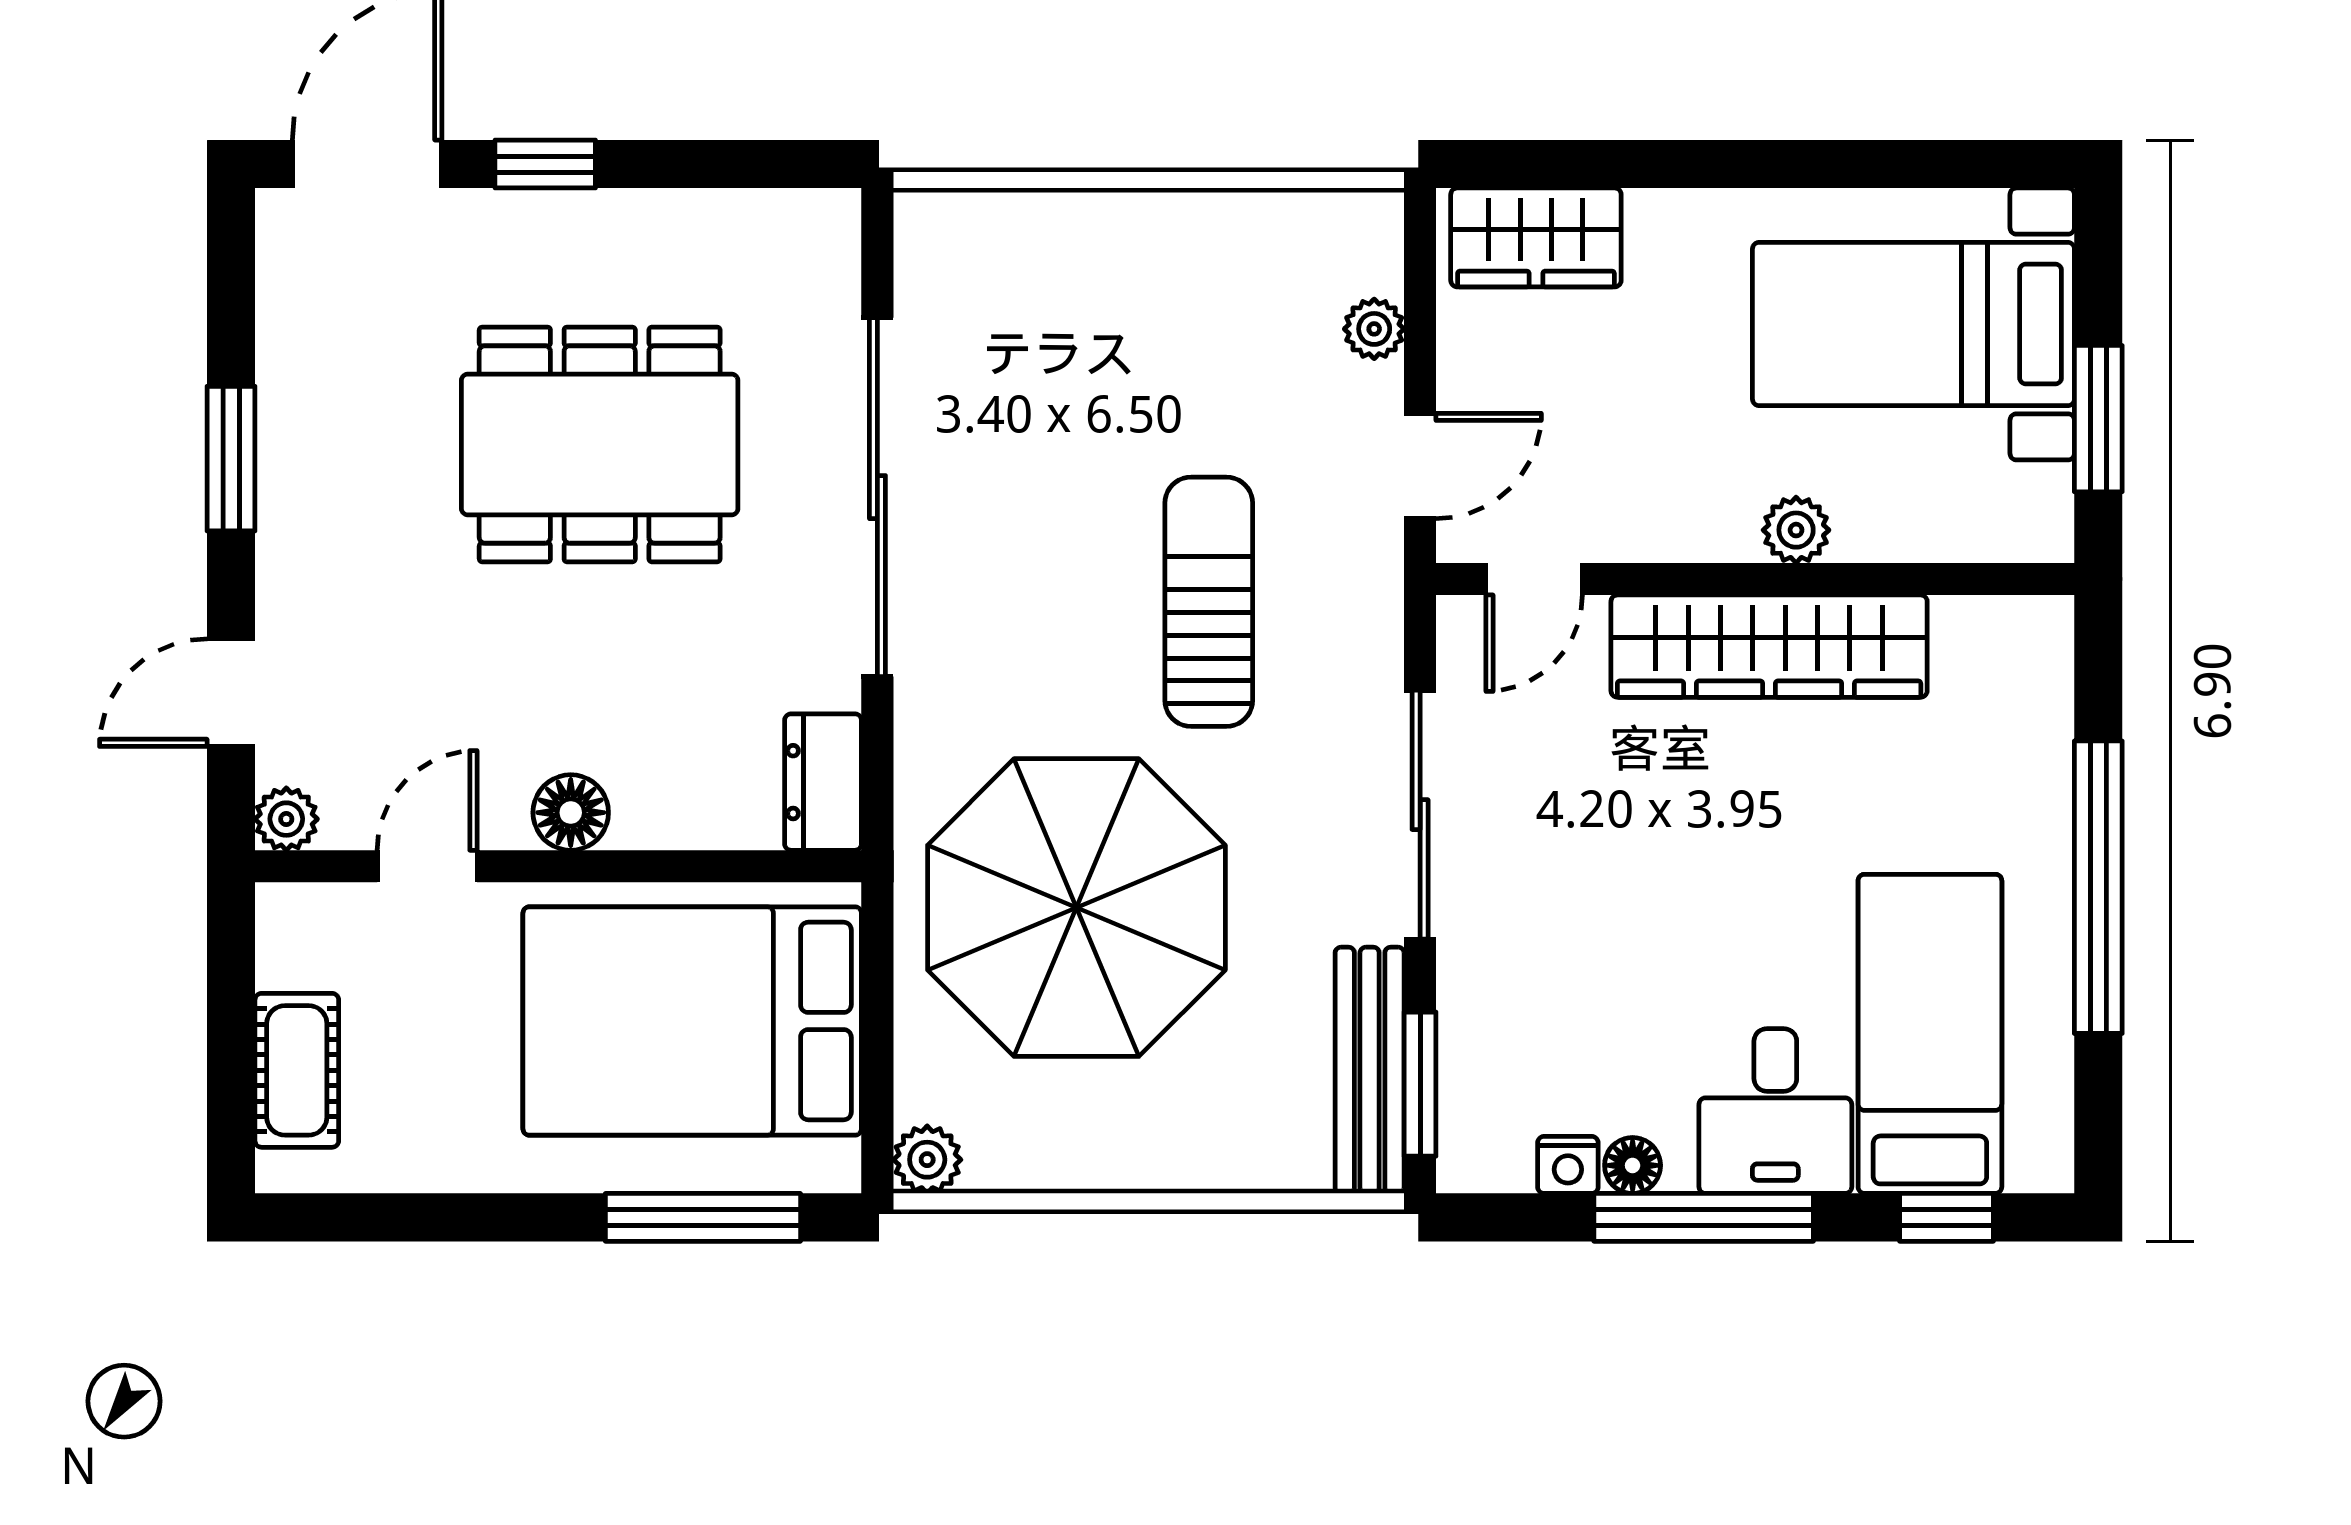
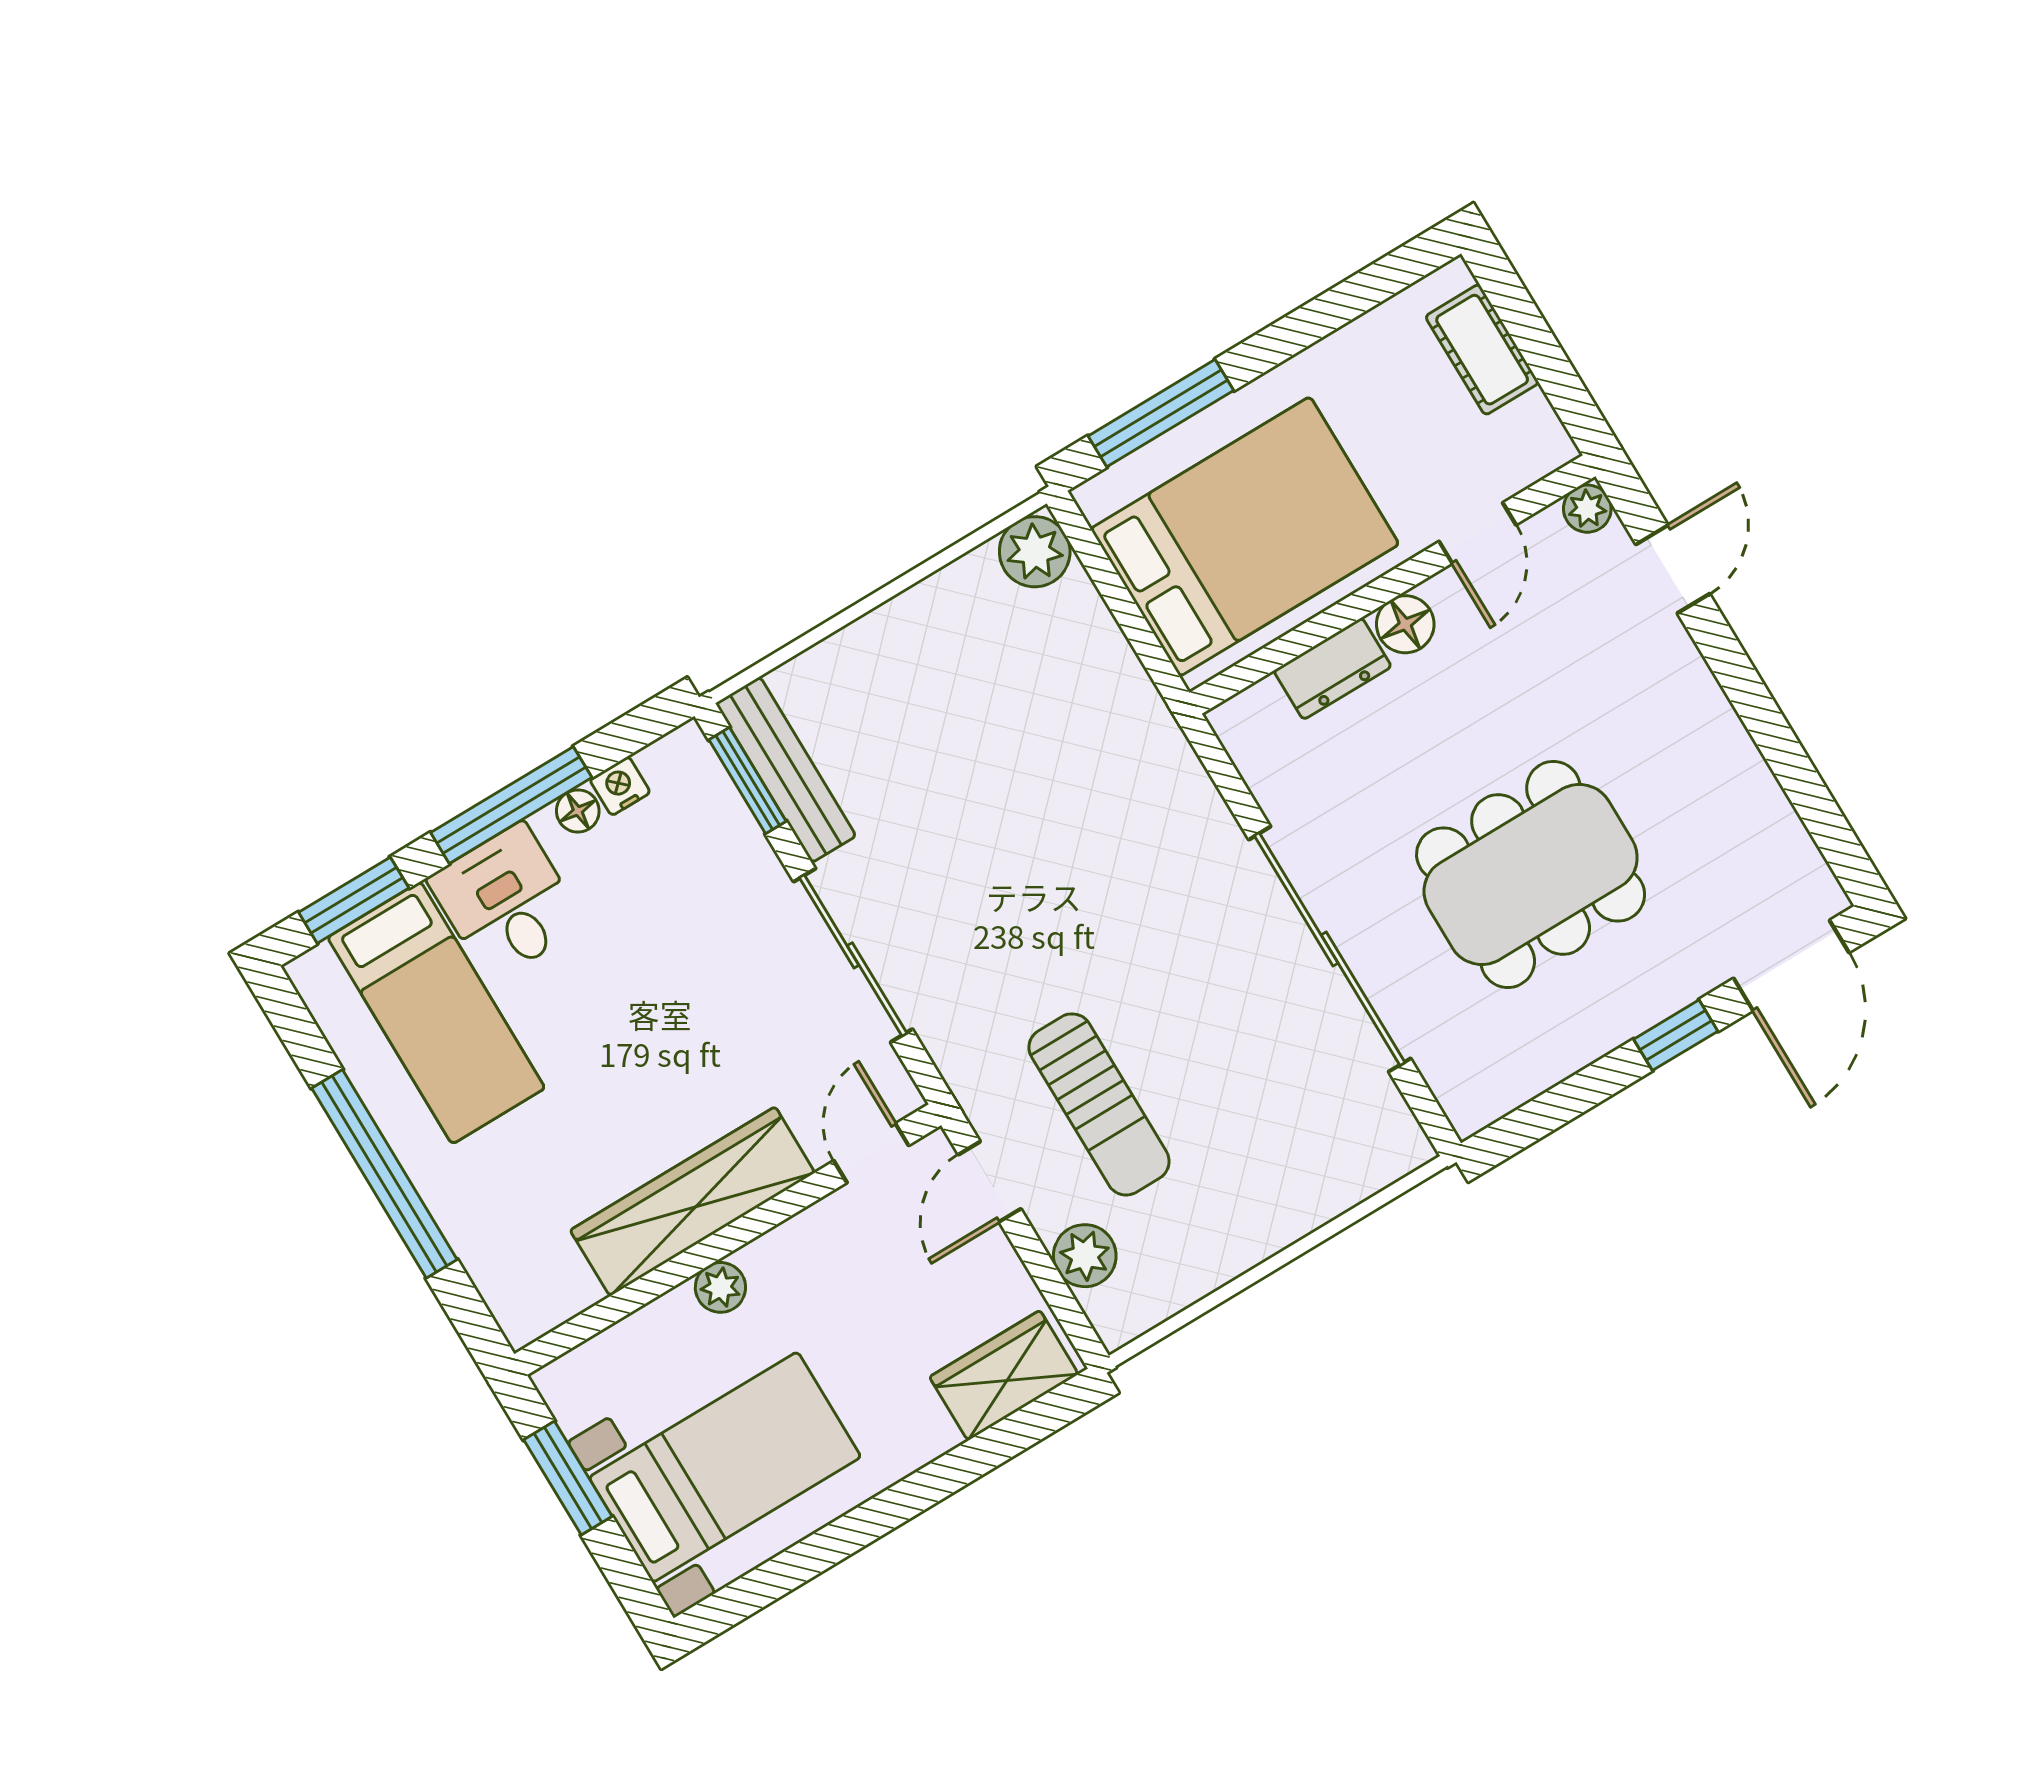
plant: (1374, 329) -> (1085, 1256), width x1.38, depth x1.38
window: (231, 459) -> (1764, 721), removed
sun lounger: (1209, 602) -> (1099, 1104), moved
dresser: (823, 782) -> (1332, 669), moved, turned 90
parasol: (1076, 908) -> (1040, 761), removed
plant: (927, 1160) -> (1035, 552), width x1.38, depth x1.38
window: (1946, 1217) -> (354, 900), width x1.50

